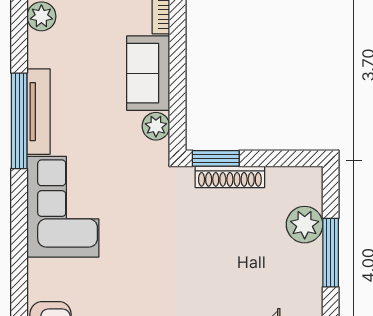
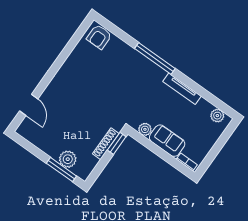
window: (19, 121) -> (155, 58), moved
corner sofa: (63, 207) -> (139, 72), removed
window: (331, 253) -> (61, 170), moved

